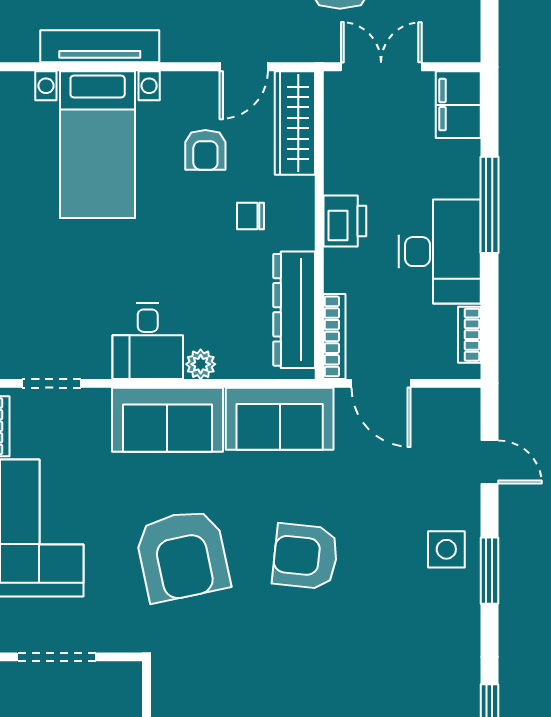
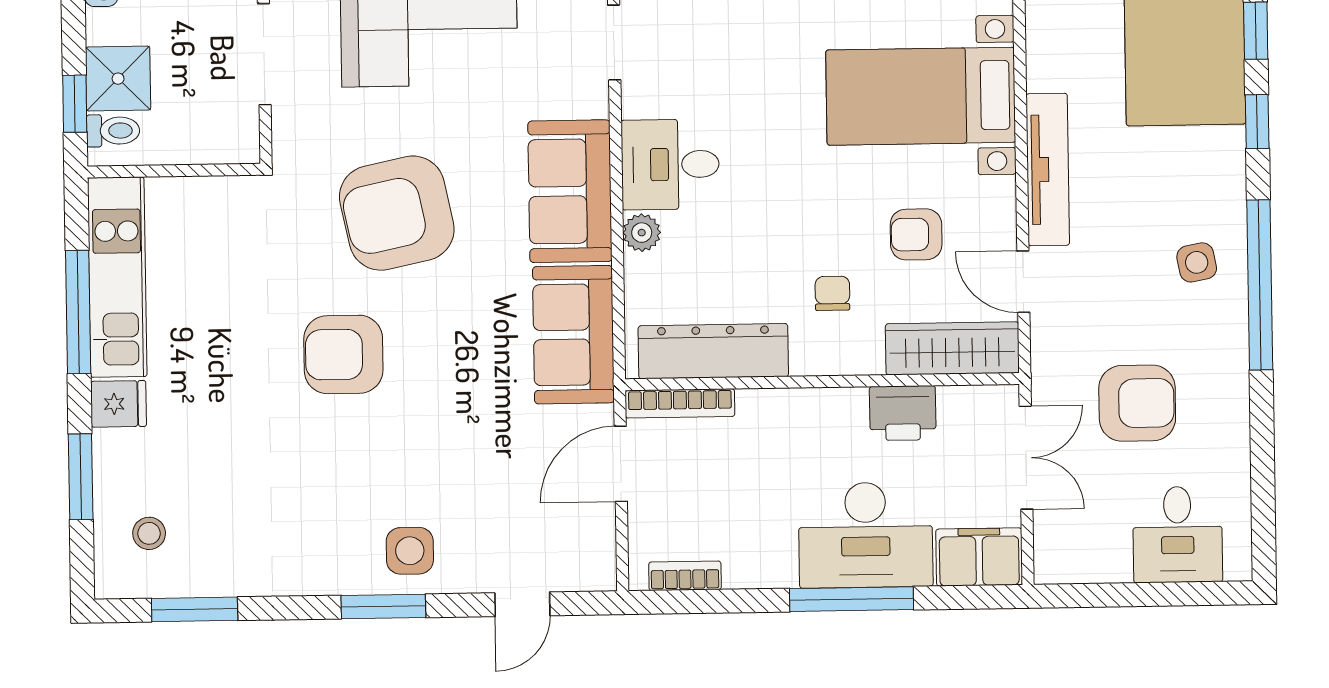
tv unit: (100, 46) -> (1048, 170), moved
printer: (345, 221) -> (903, 413), moved
desk: (440, 252) -> (866, 535), moved
armchair: (305, 556) -> (343, 354), moved, turned -96

